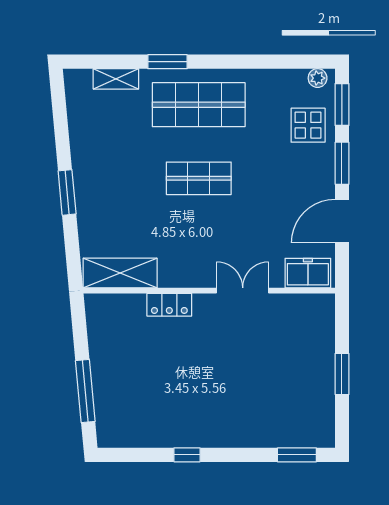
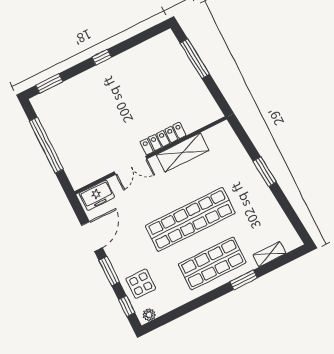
window: (342, 105) -> (127, 306), width x0.67
shop shelf: (199, 178) -> (190, 219), width x2.00, depth x1.36
shelving: (120, 273) -> (183, 152), moved
locker: (169, 305) -> (163, 139), width x1.53
window: (342, 374) -> (46, 145), width x2.11
window: (187, 455) -> (102, 57), moved

